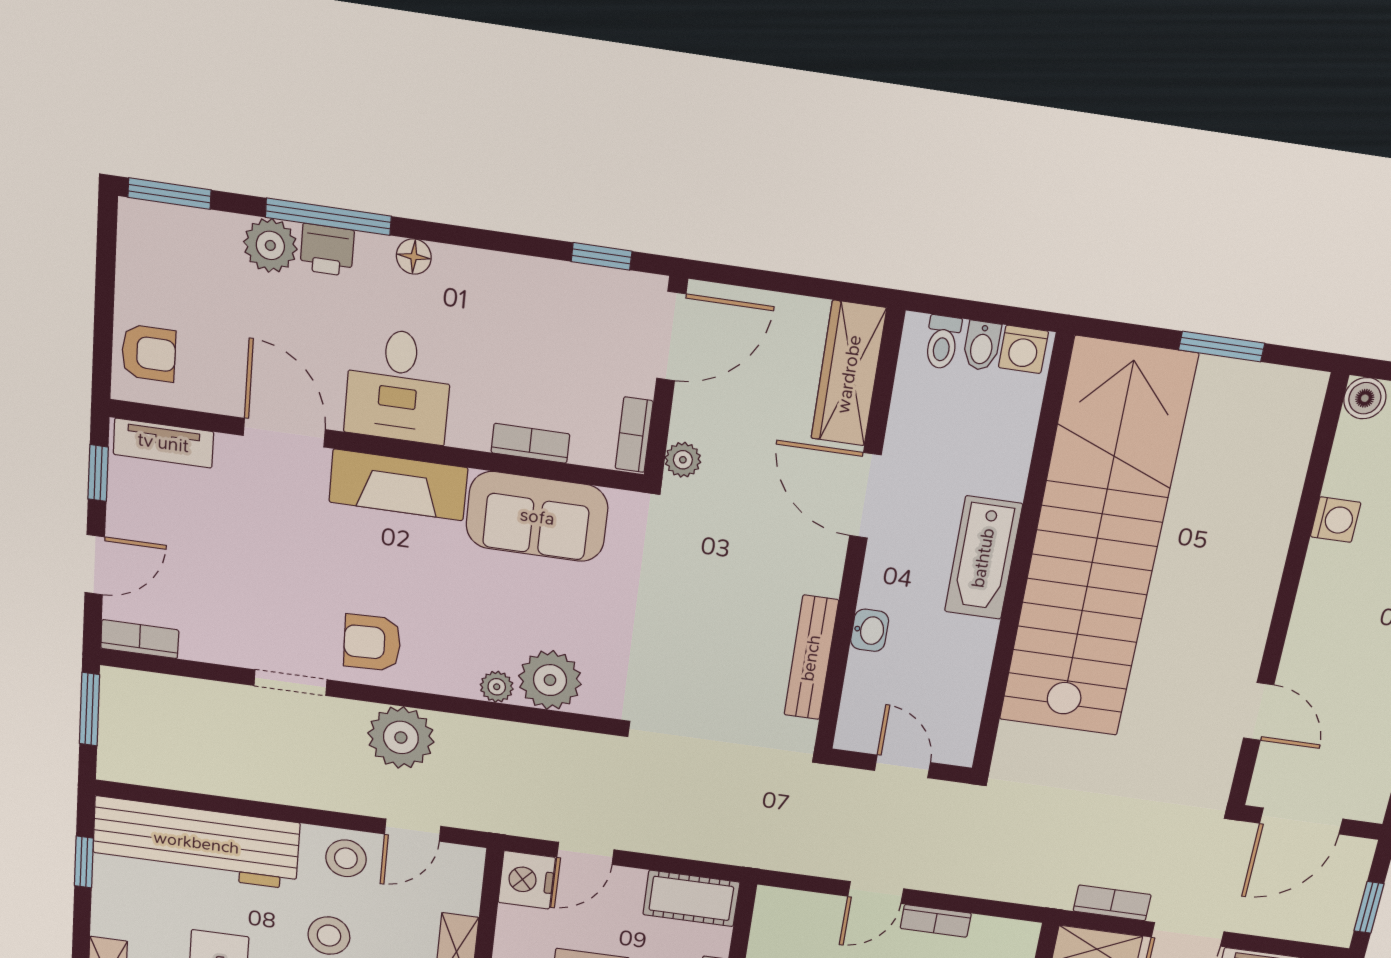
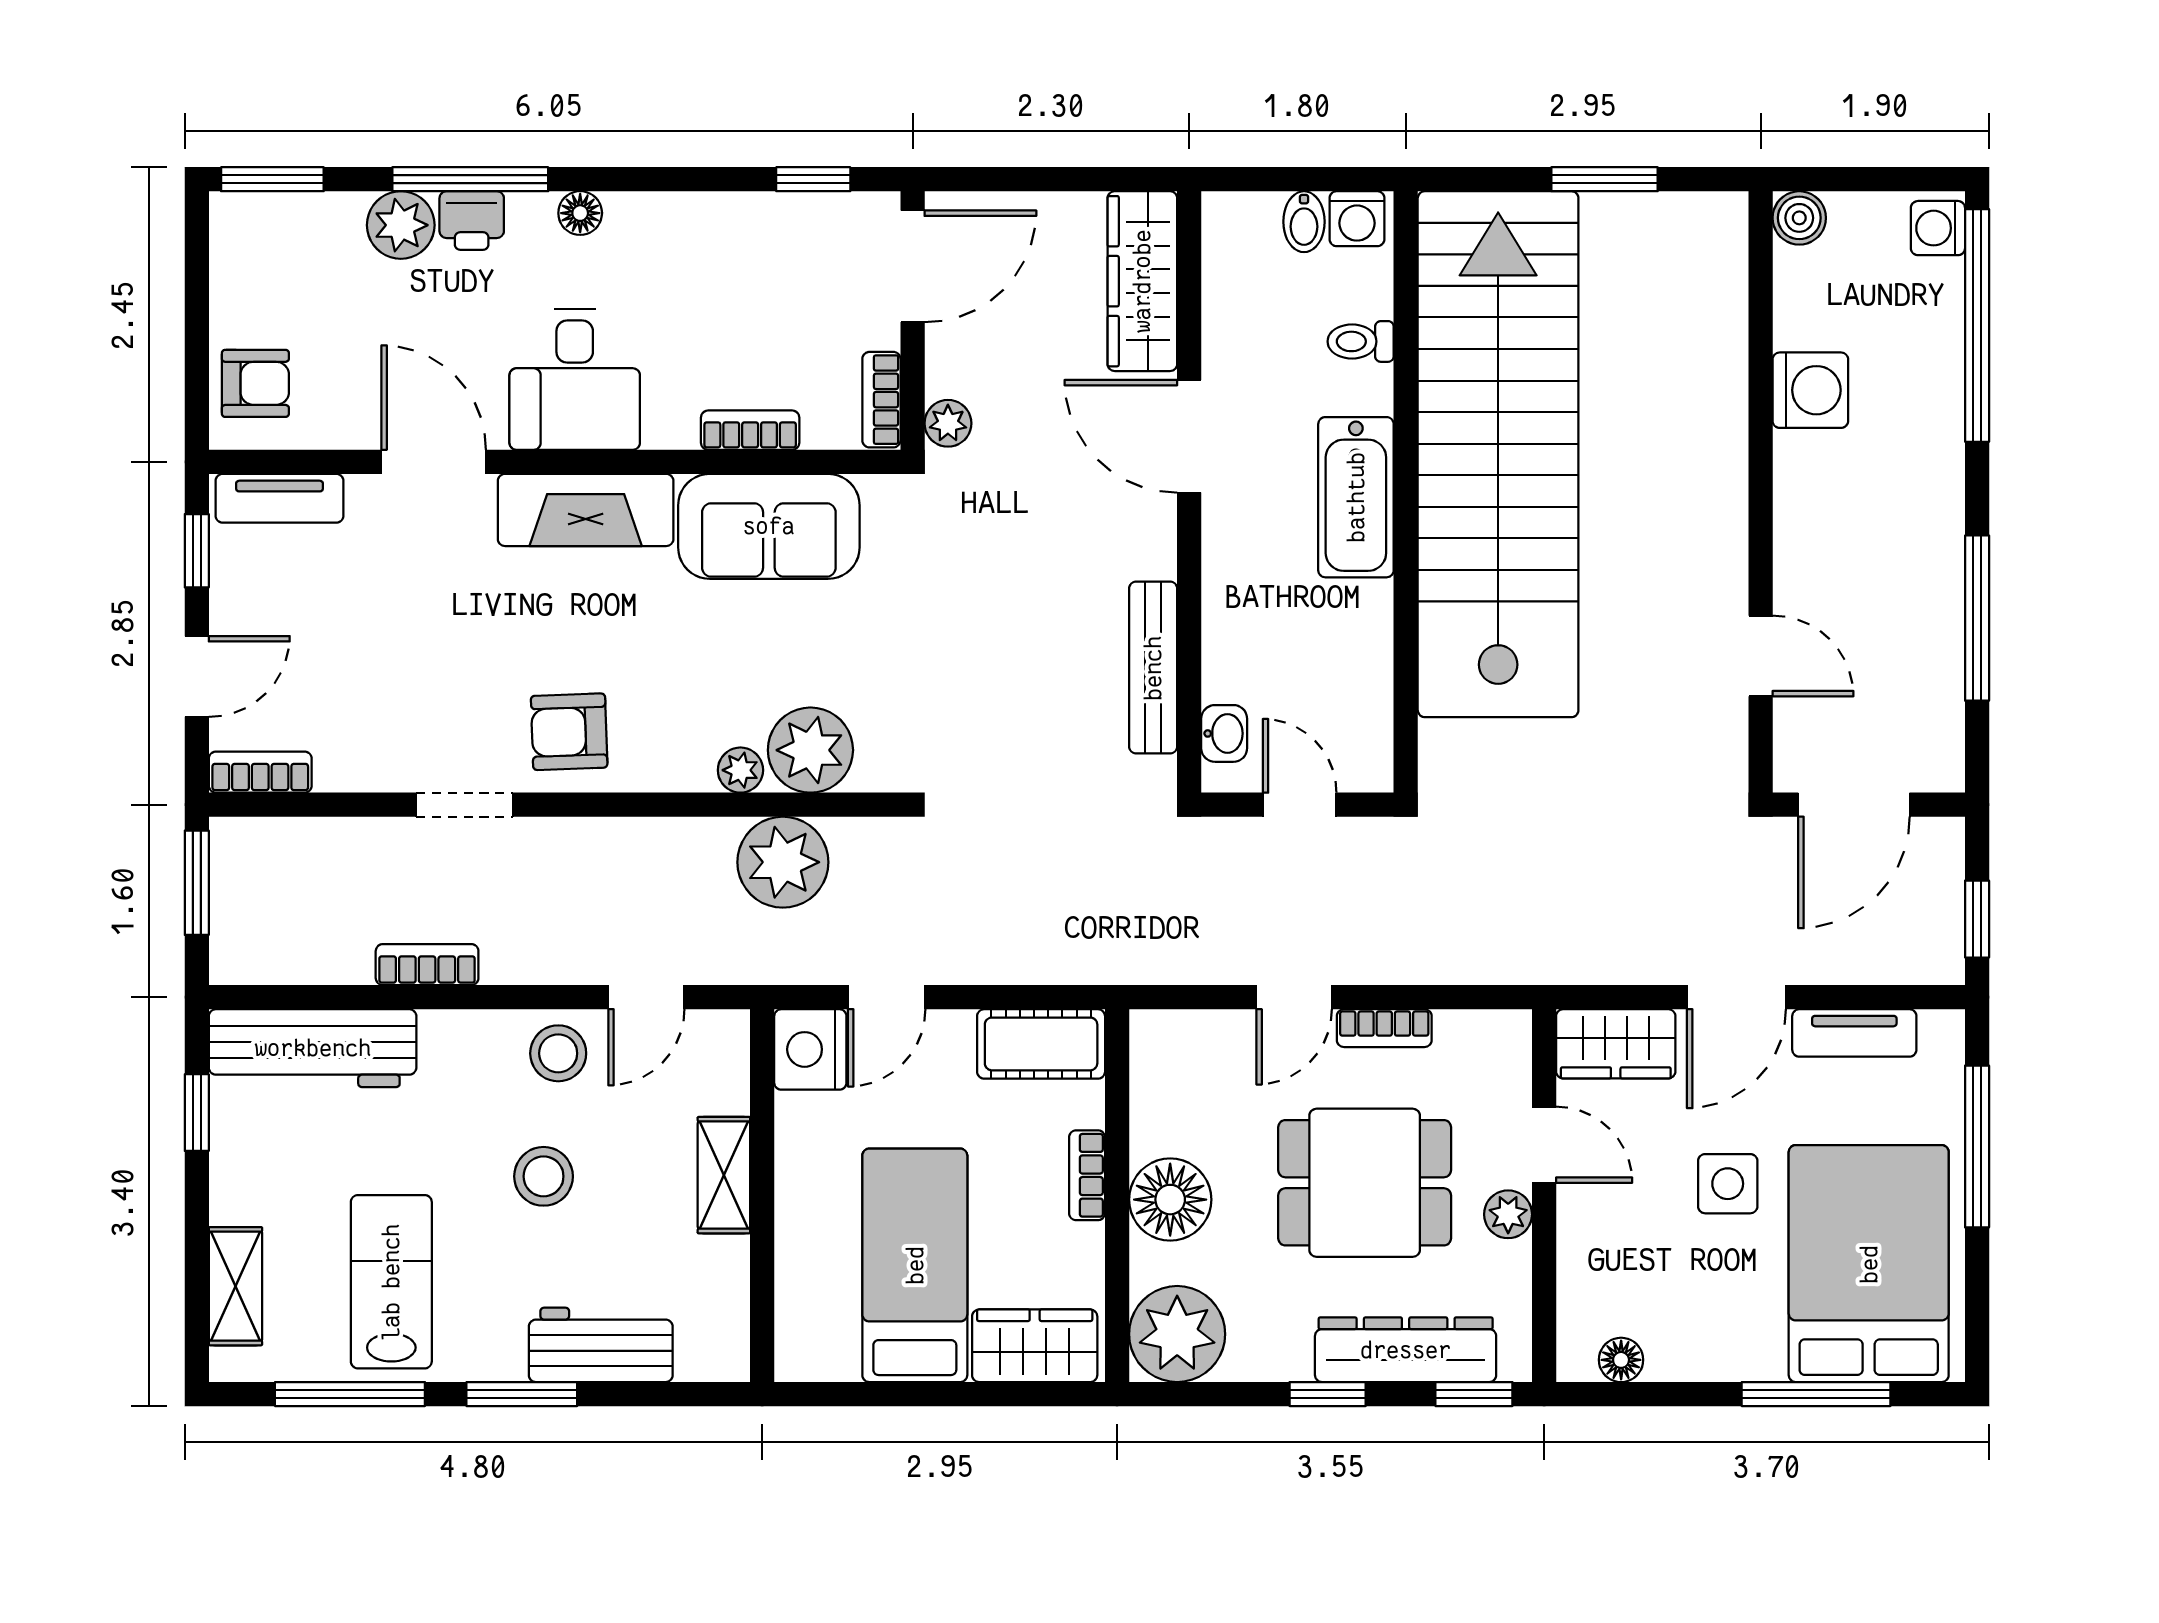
toilet: (942, 342) -> (1361, 341), moved, turned 90
washing machine: (1336, 520) -> (1810, 390), width x1.38, depth x1.38
washbasin: (870, 630) -> (1224, 733), moved
plant: (401, 737) -> (783, 862), moved
workbench: (196, 843) -> (313, 1048), width x0.73, depth x0.76
bookcase: (1112, 903) -> (427, 965), moved

